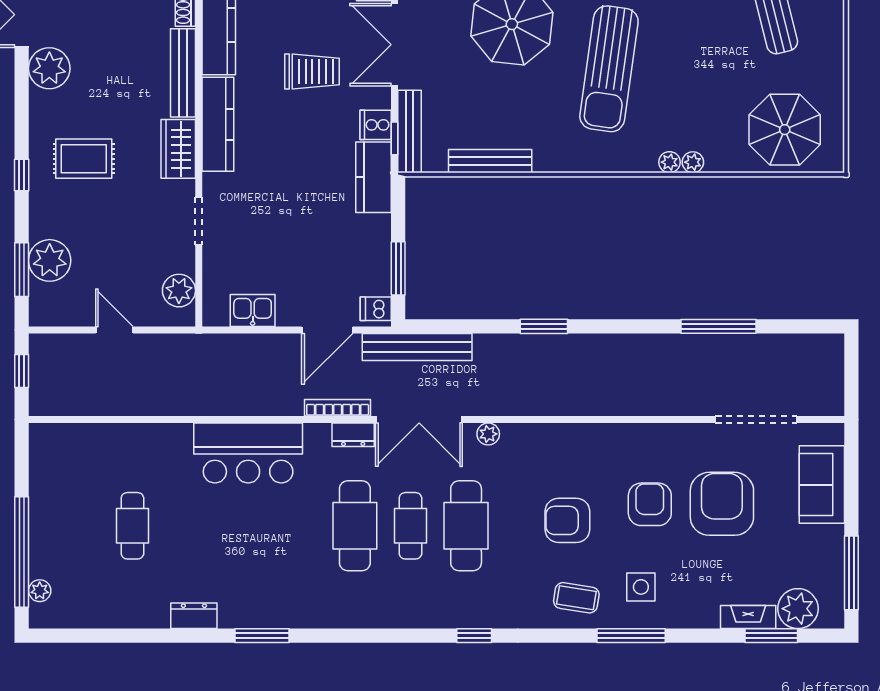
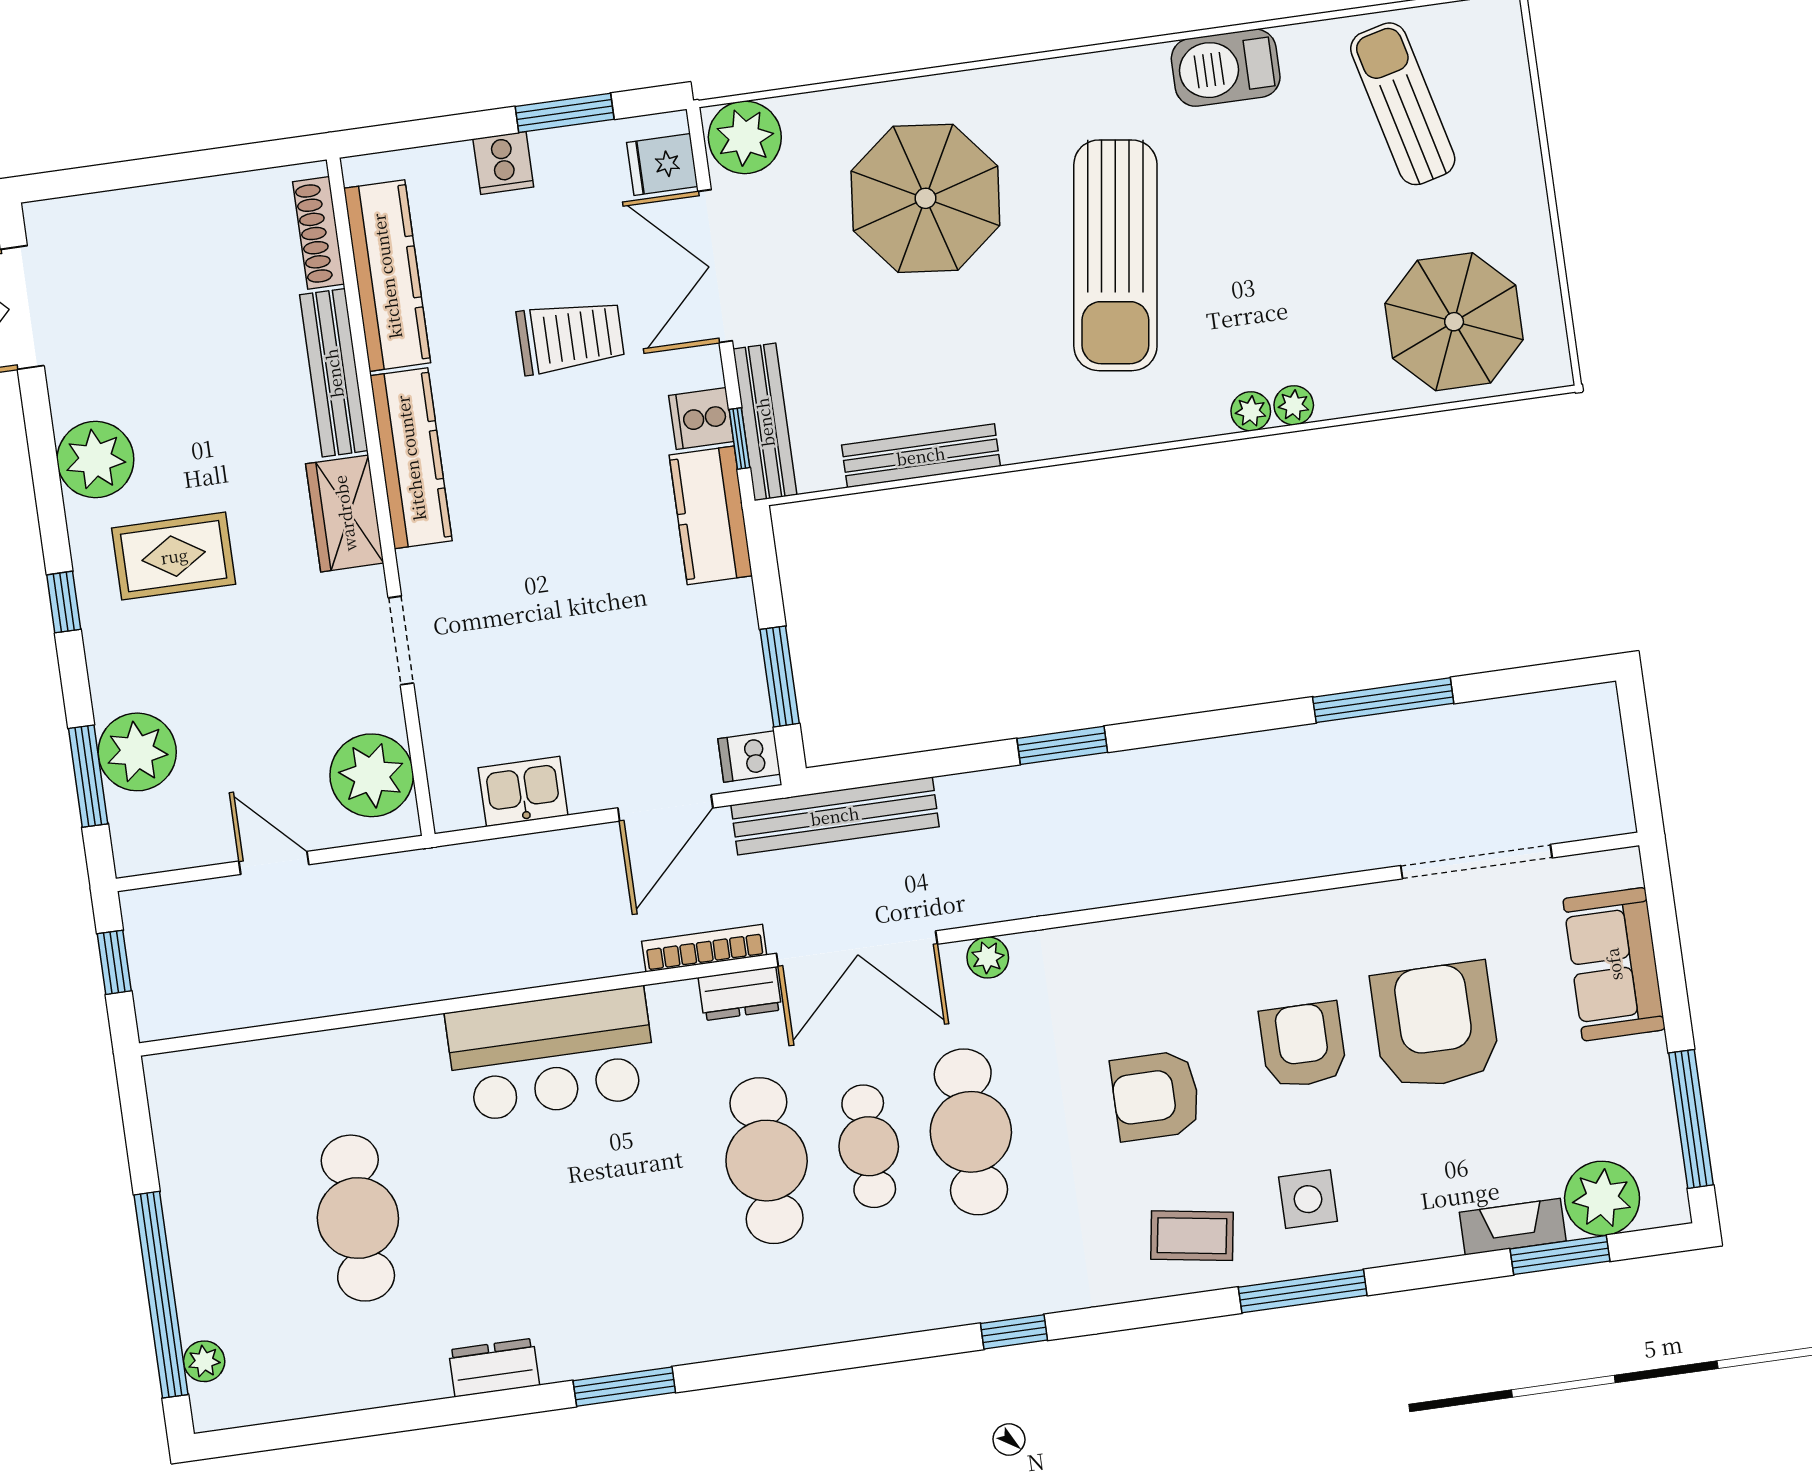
plant: (49, 68) -> (95, 460), moved
plant: (179, 291) -> (372, 775), width x1.36, depth x1.36
cafe table: (132, 526) -> (358, 1218), width x1.37, depth x1.35

